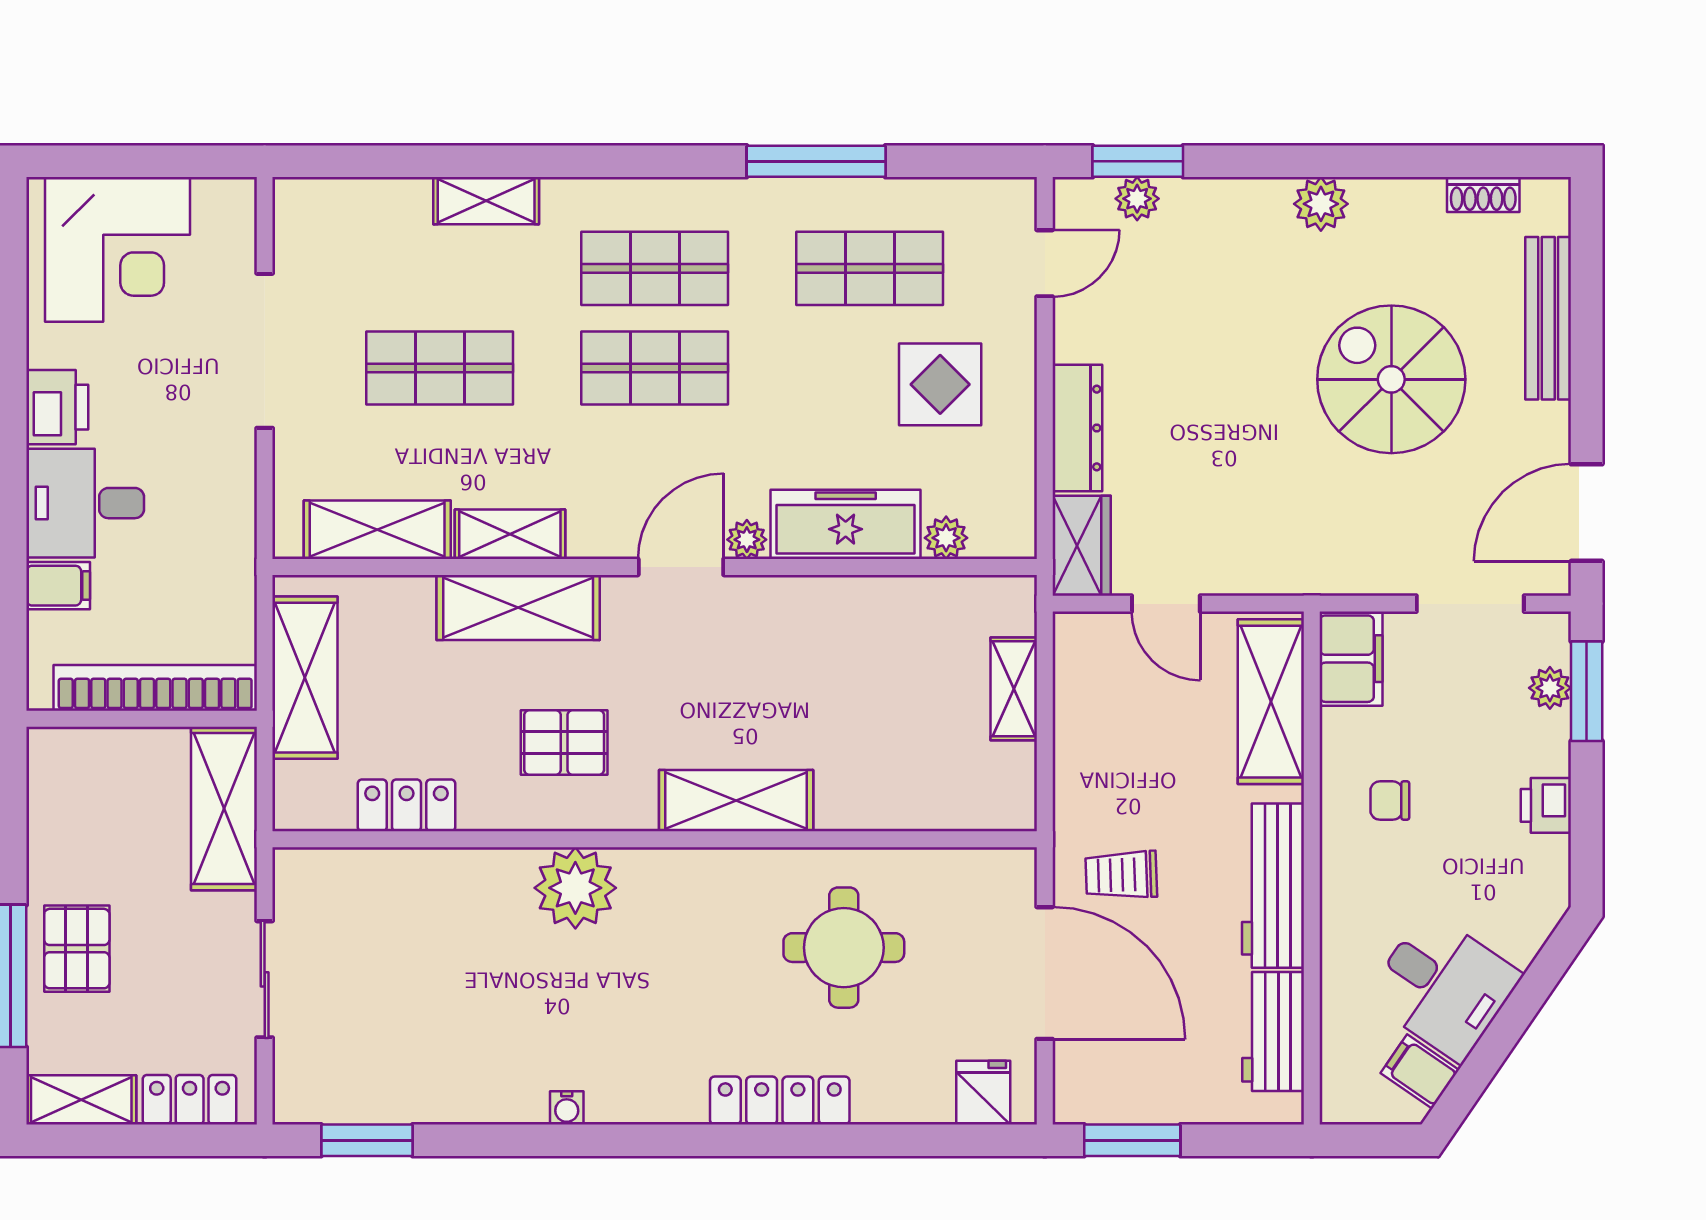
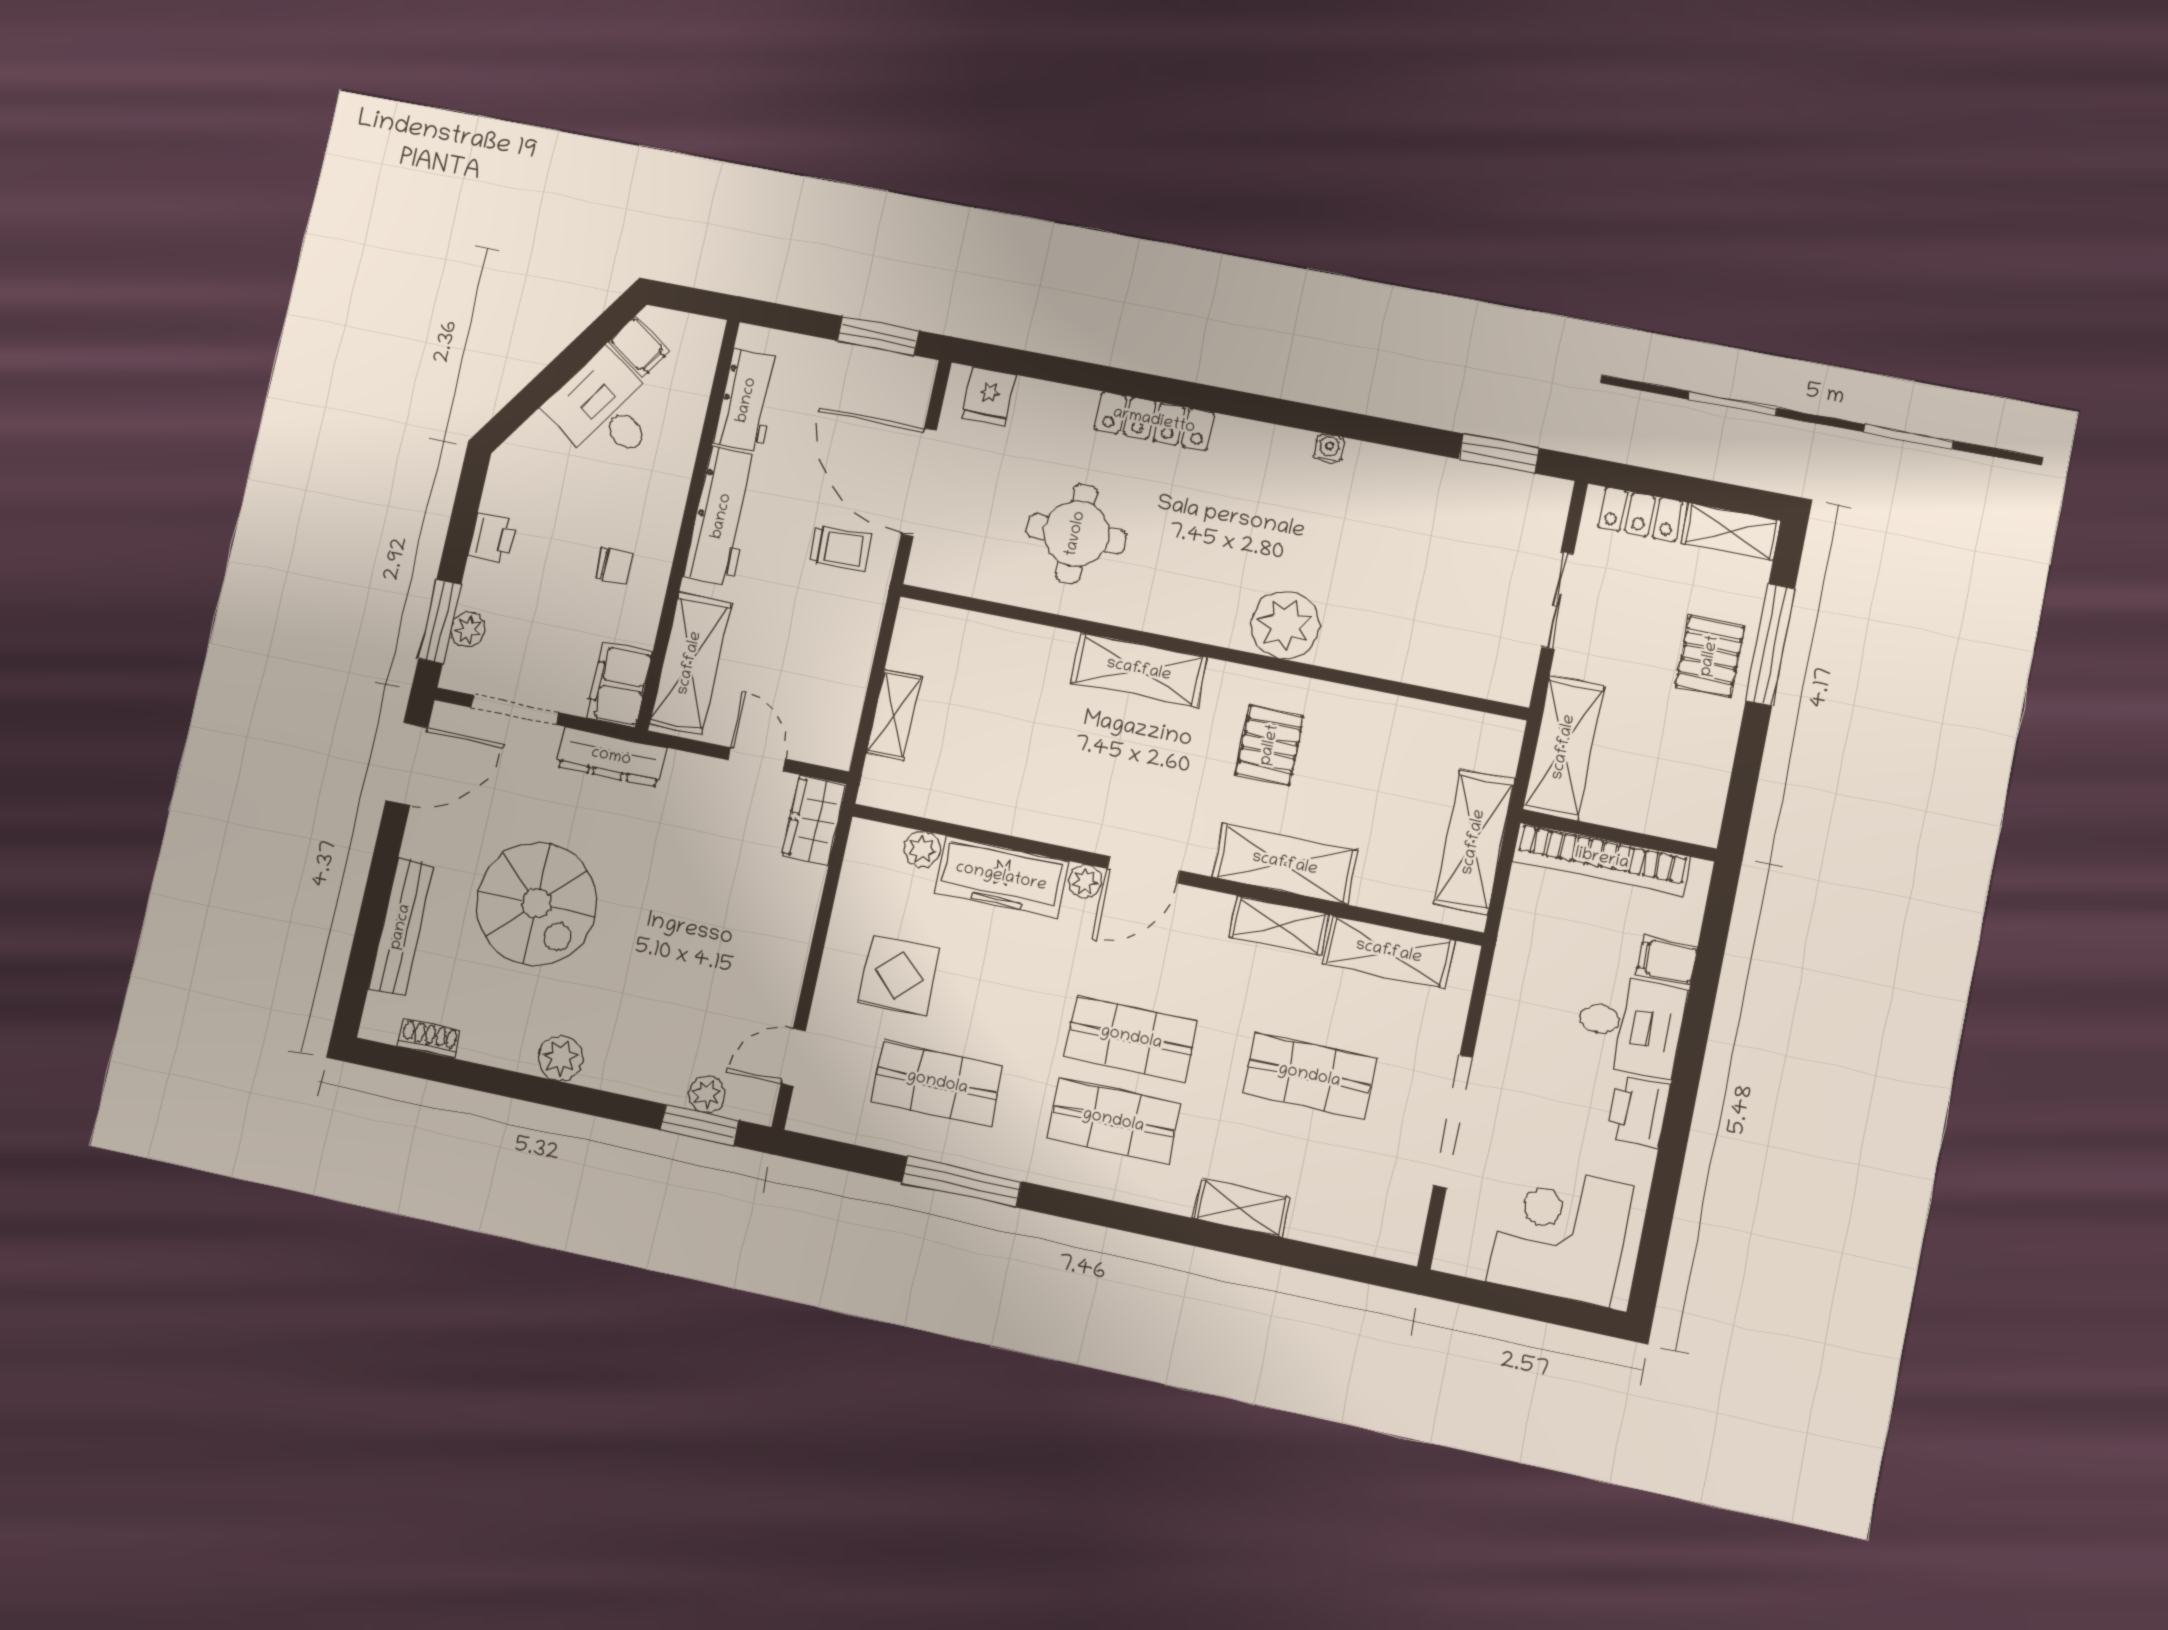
dresser: (1077, 428) -> (611, 757), moved, turned -90
pallet: (564, 742) -> (1270, 745), turned 90
locker: (407, 805) -> (1411, 720), removed

